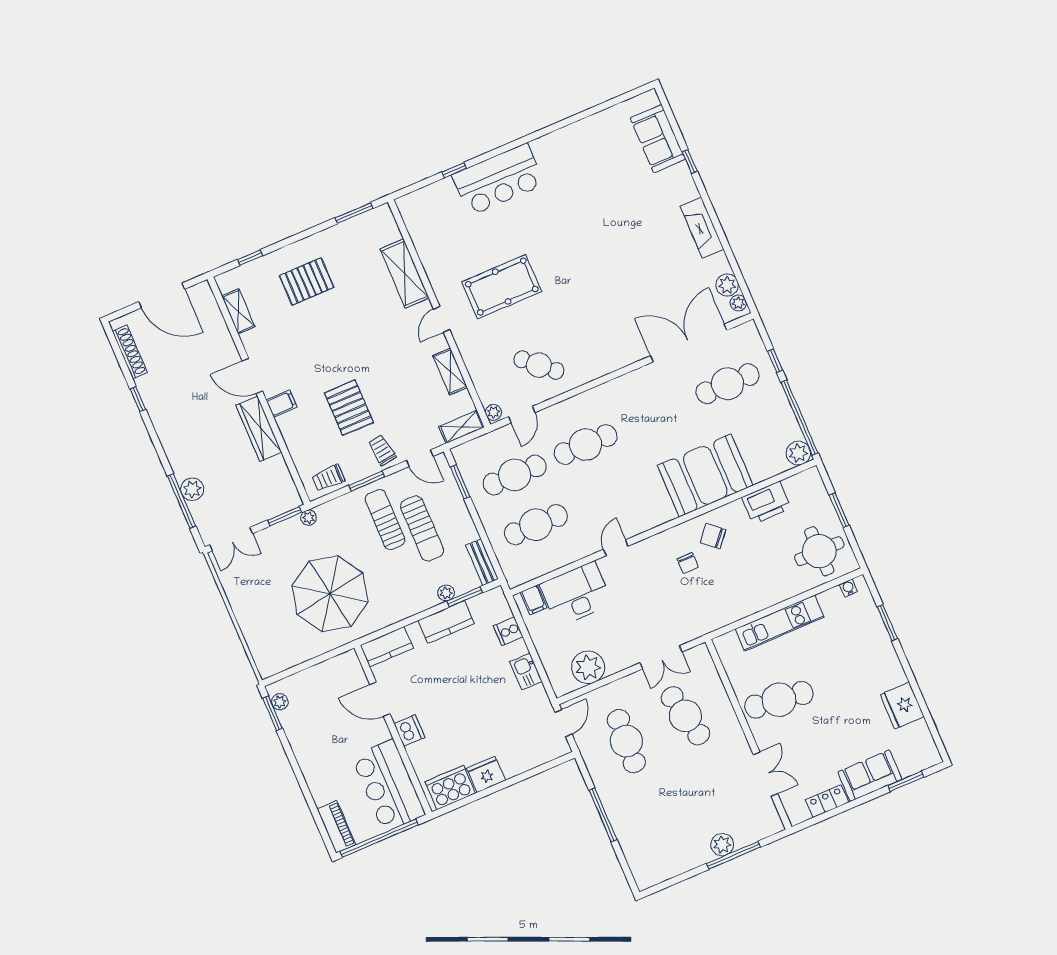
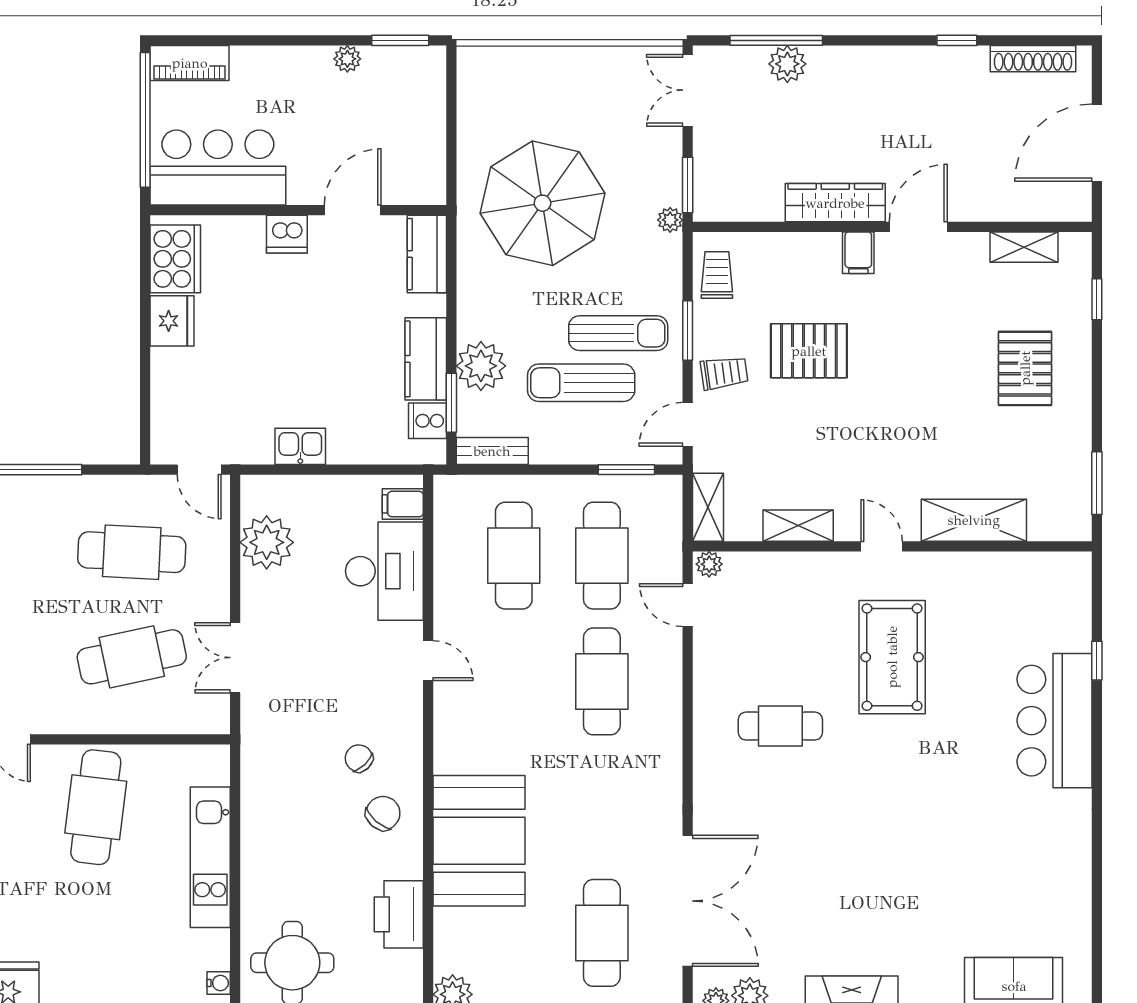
cafe table: (539, 365) -> (780, 726), moved, turned 48
chair: (688, 563) -> (359, 758), turned 46
plant: (446, 593) -> (481, 366), width x1.87, depth x1.87
cooker: (508, 631) -> (427, 421), moved, turned -90
plant: (280, 702) -> (347, 59), moved

